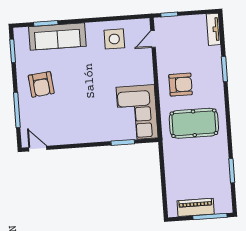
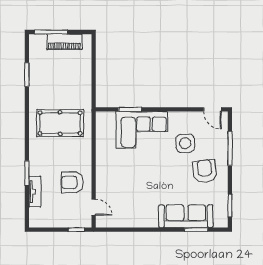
tv unit: (213, 29) -> (35, 192), moved
side table: (114, 39) -> (185, 143), moved
door: (153, 39) -> (94, 207), hinge flipped
armchair: (181, 85) -> (72, 182), moved
corner sofa: (137, 113) -> (142, 130), moved, turned 90

